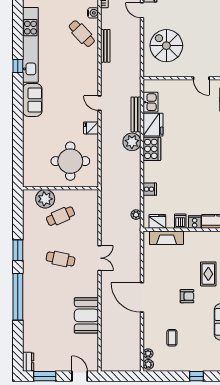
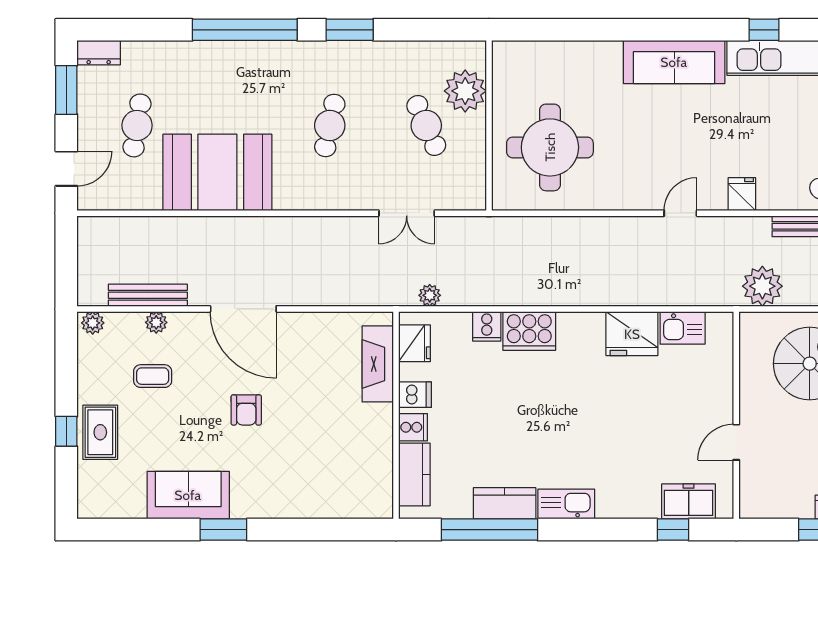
sofa: (32, 100) -> (674, 62), width x1.36
bench: (136, 114) -> (148, 295), moved
fridge: (91, 128) -> (742, 194), moved
plant: (132, 142) -> (762, 286), moved
cooker: (152, 149) -> (529, 331), moved
double door: (100, 258) -> (407, 213), moved
rug: (208, 274) -> (100, 432), moved, turned 90
door: (142, 297) -> (243, 309), swing flipped
booth: (86, 315) -> (217, 172), width x1.36, depth x1.42
cafe table: (61, 345) -> (137, 125), added
plant: (148, 354) -> (156, 322), moved

